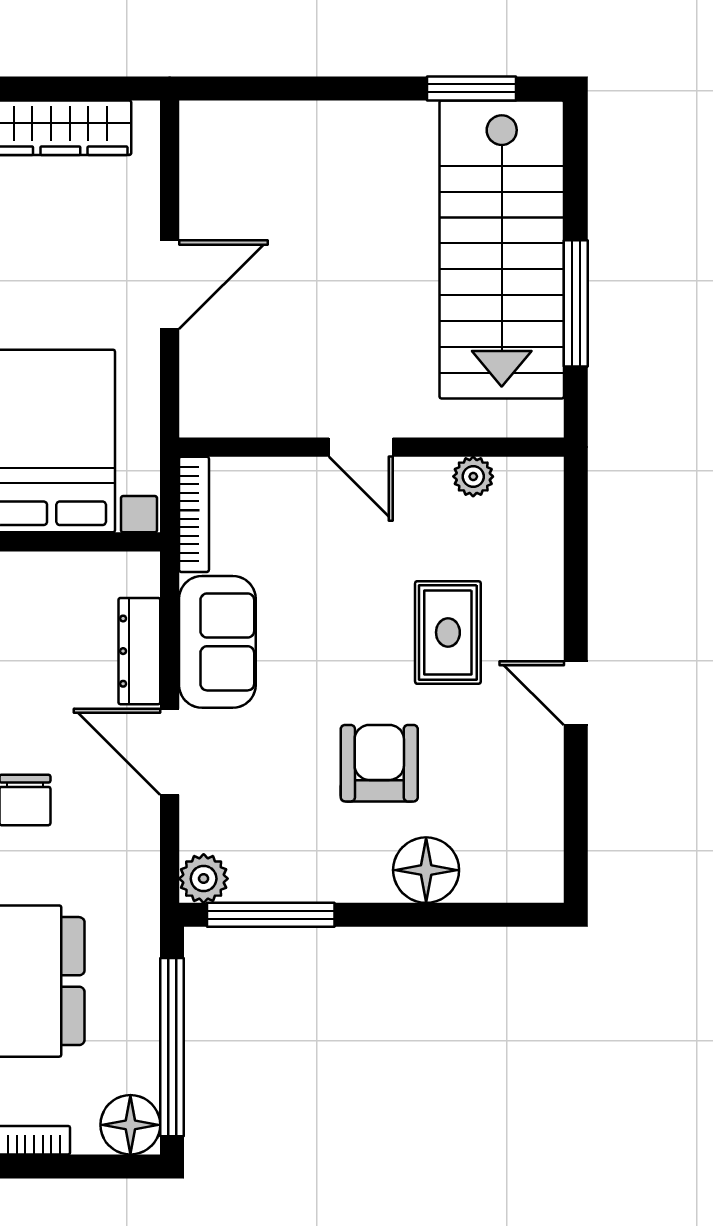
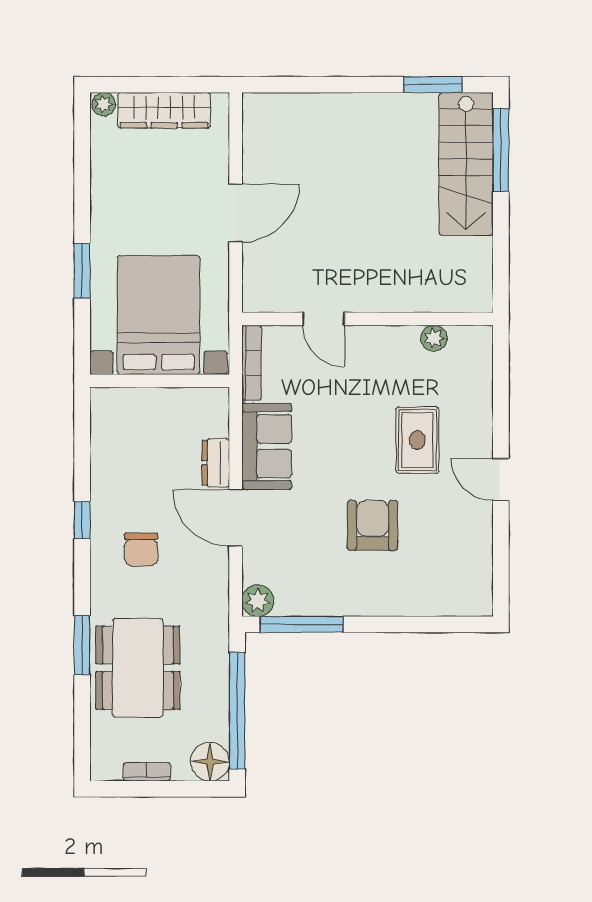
stairs: (502, 249) -> (466, 164), width x0.73, depth x0.66
window: (576, 303) -> (501, 150), moved
door: (361, 447) -> (324, 319), moved
dresser: (139, 651) -> (216, 463), width x0.70
floor lamp: (426, 870) -> (403, 595), removed

